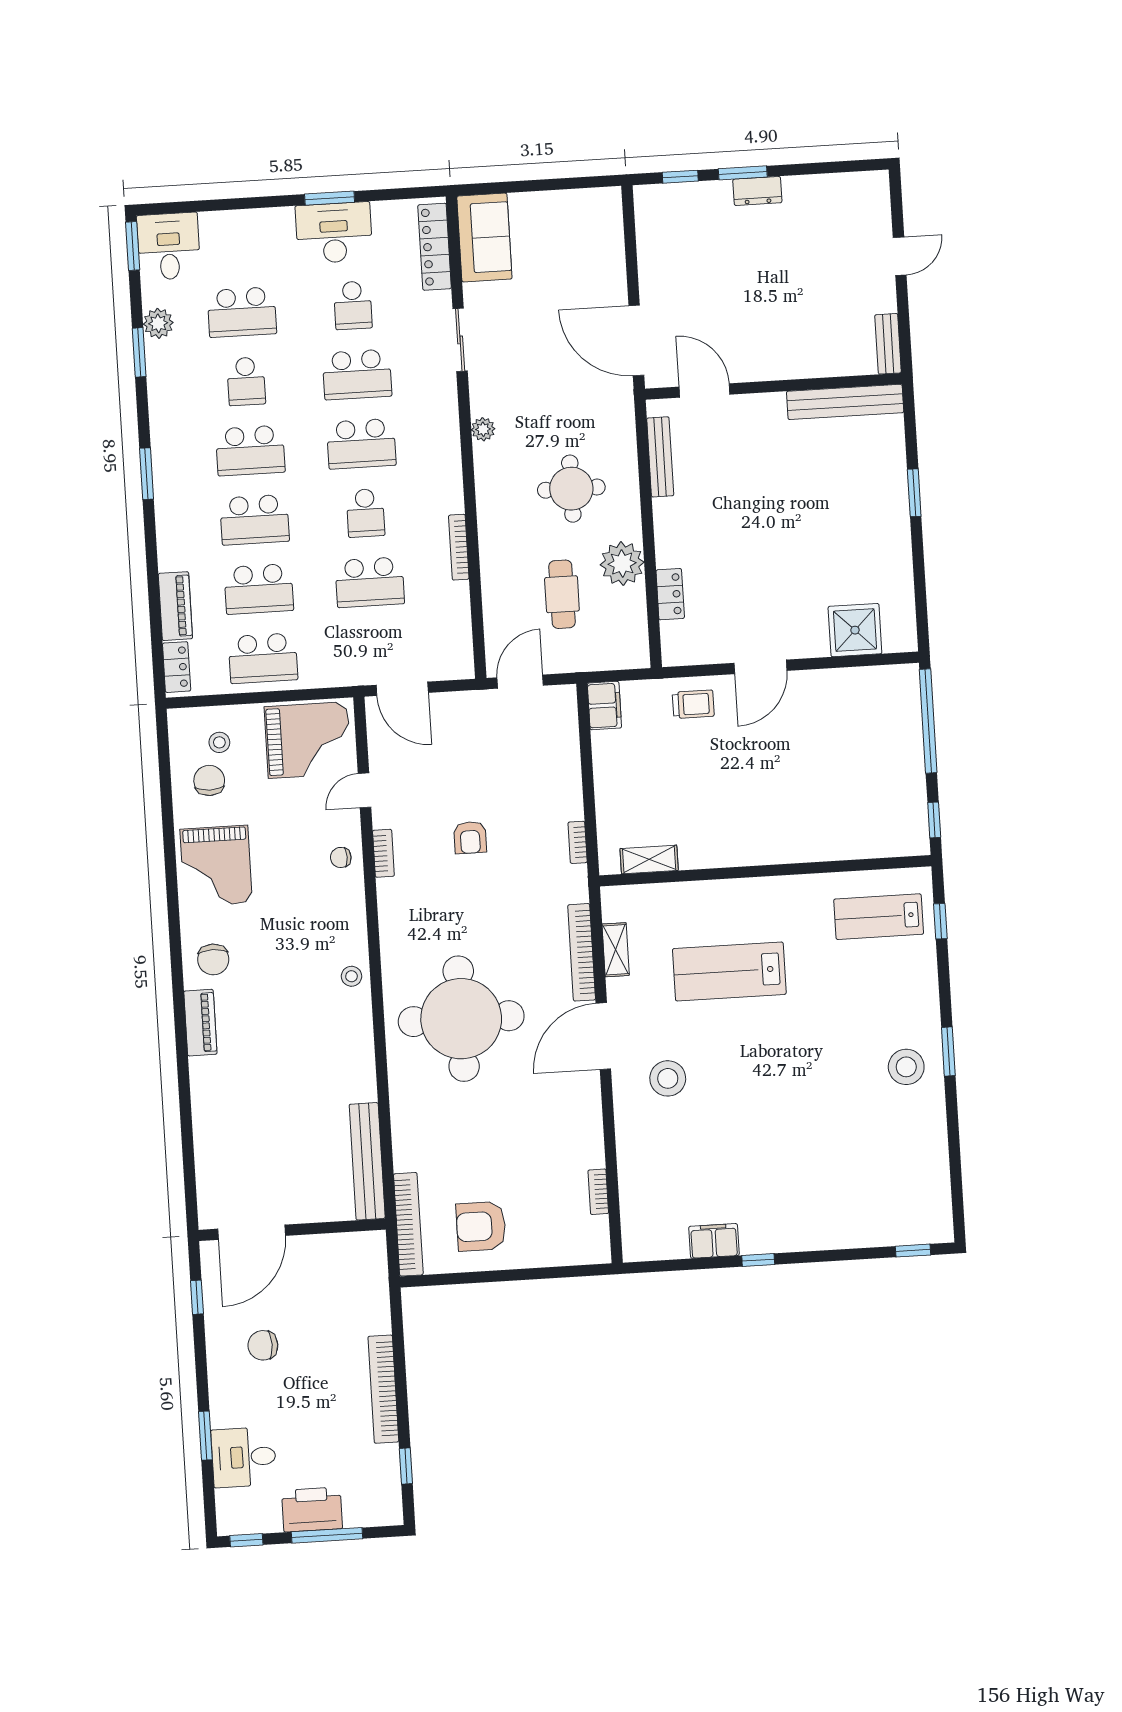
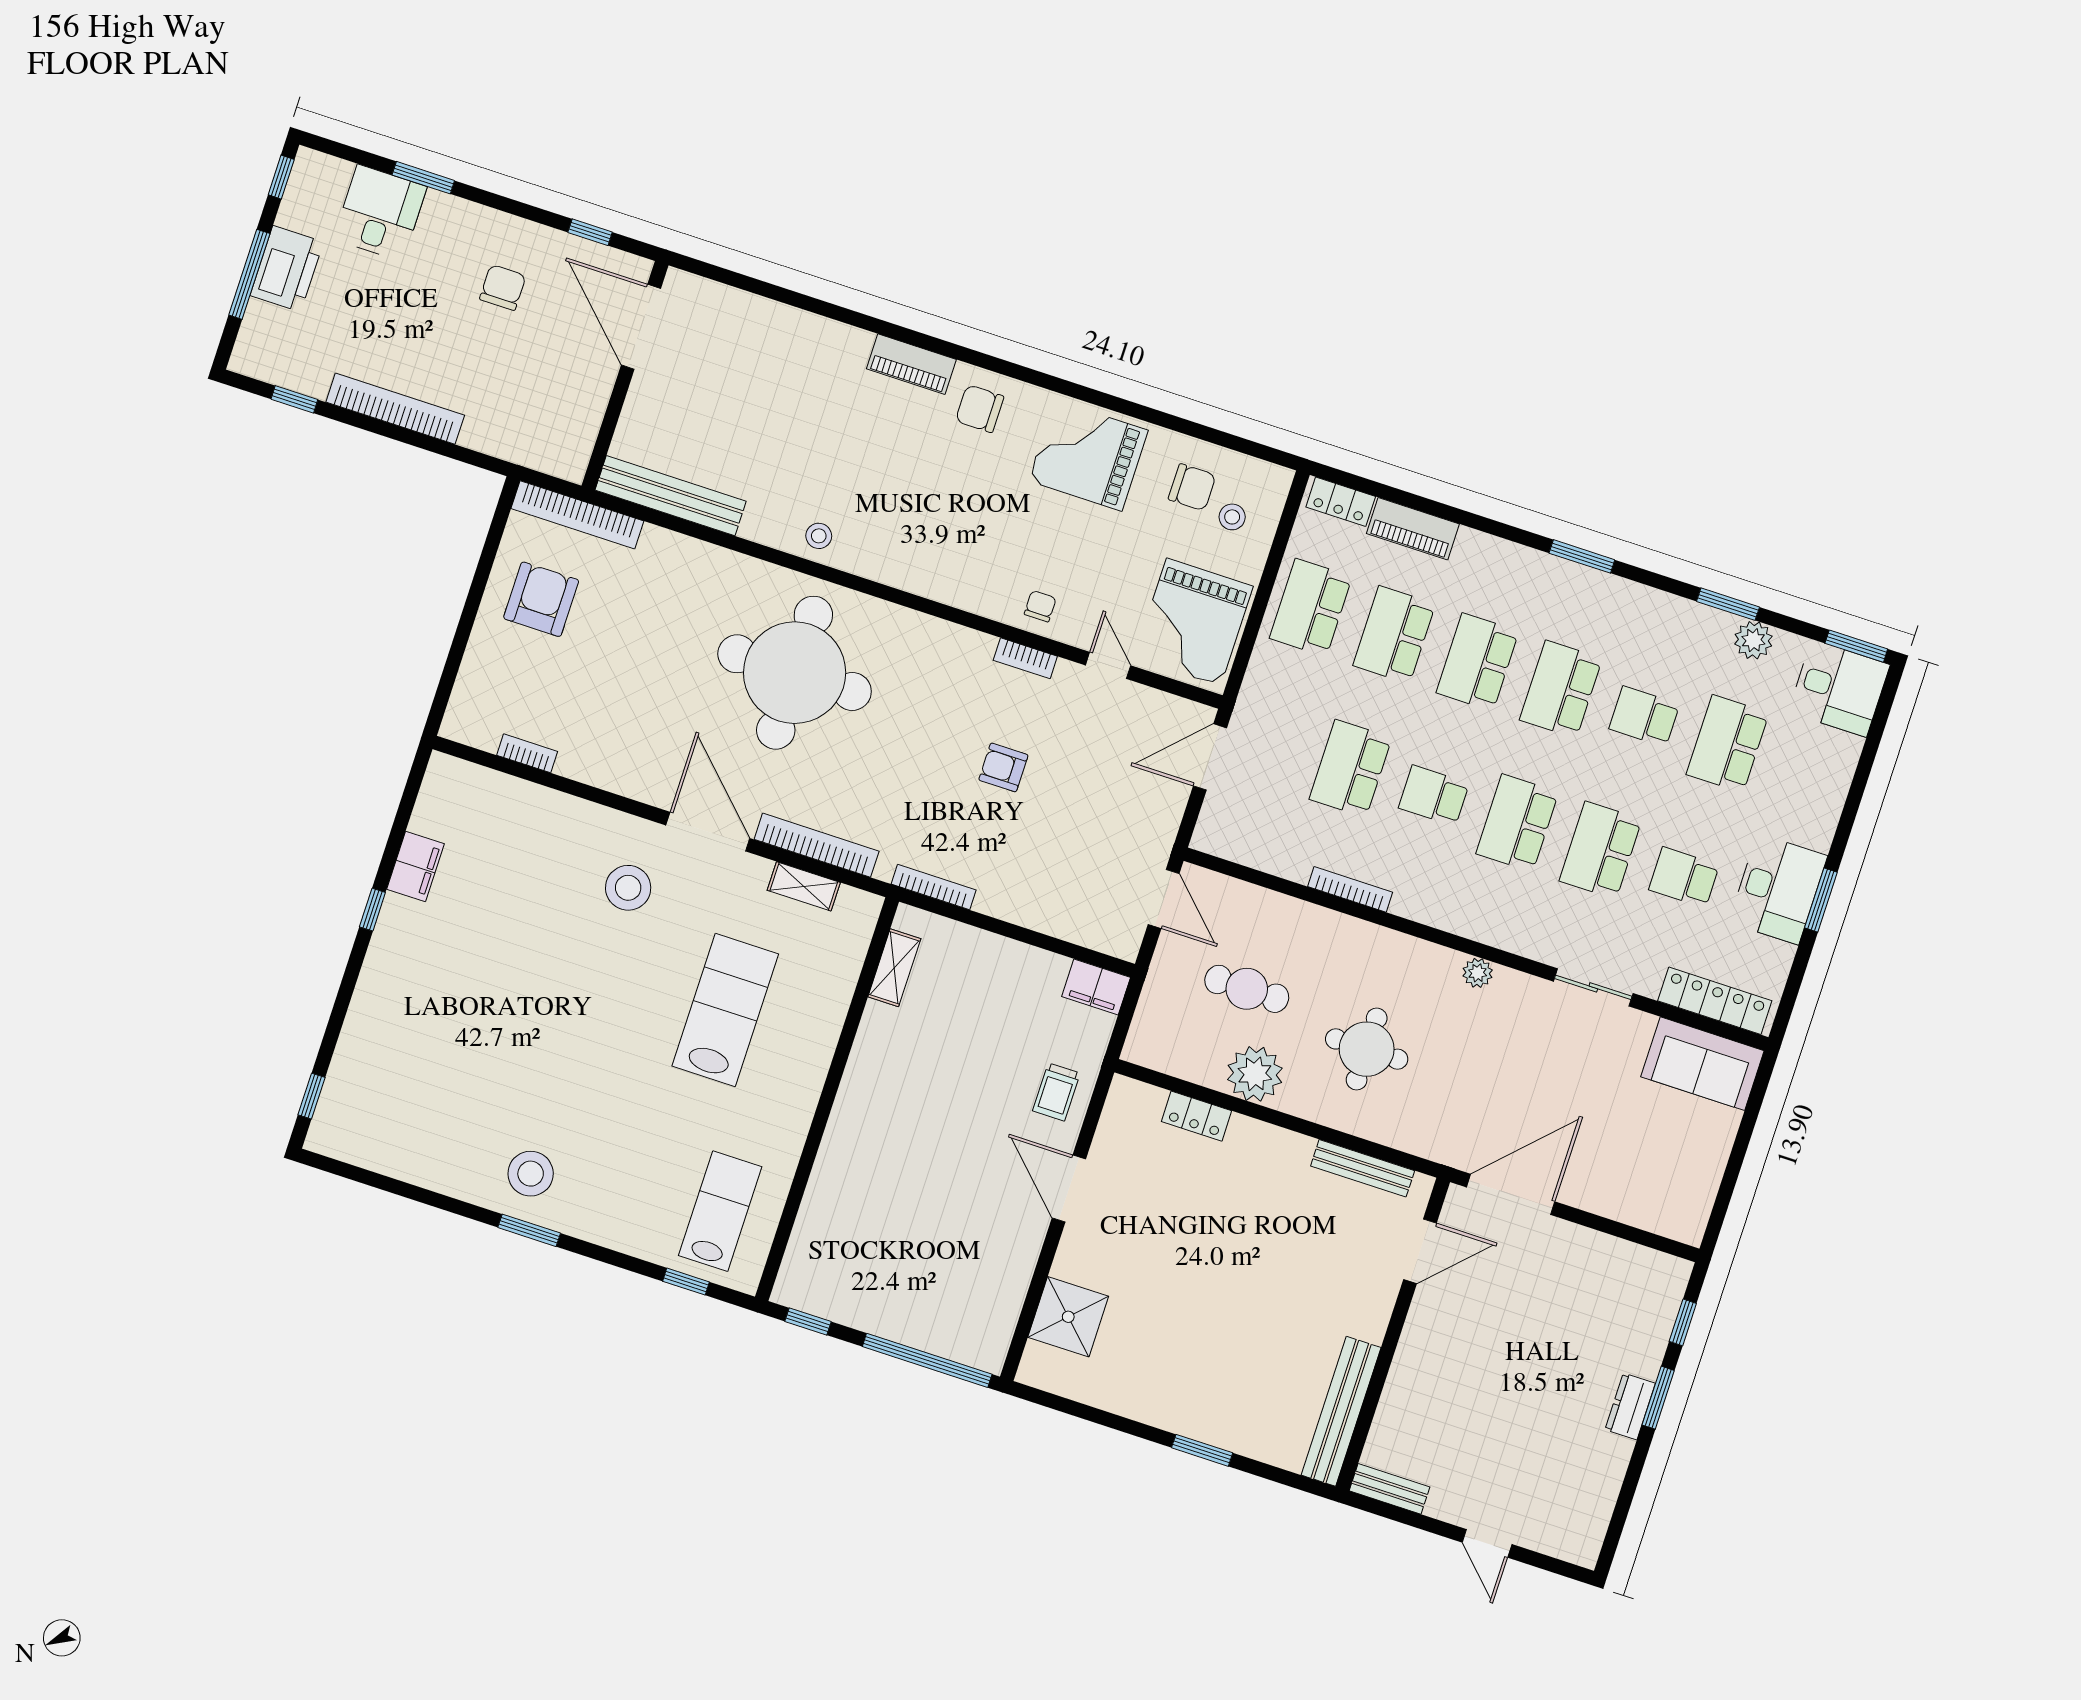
bookcase: (578, 842) -> (934, 887), width x1.56
stool: (352, 976) -> (819, 536), moved

